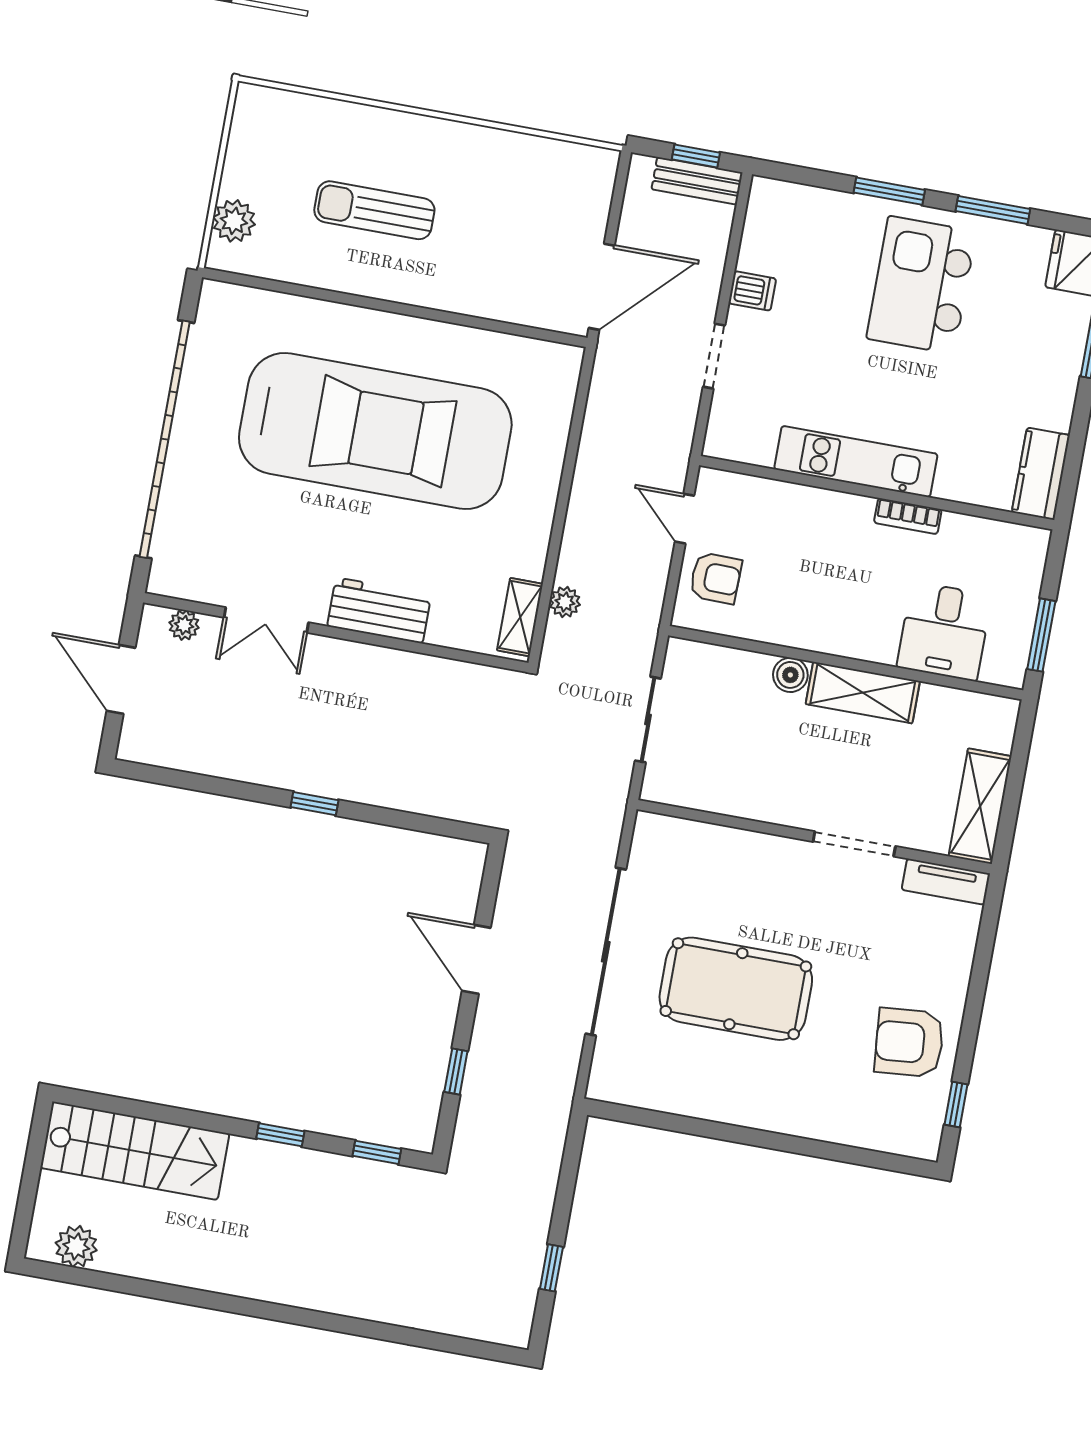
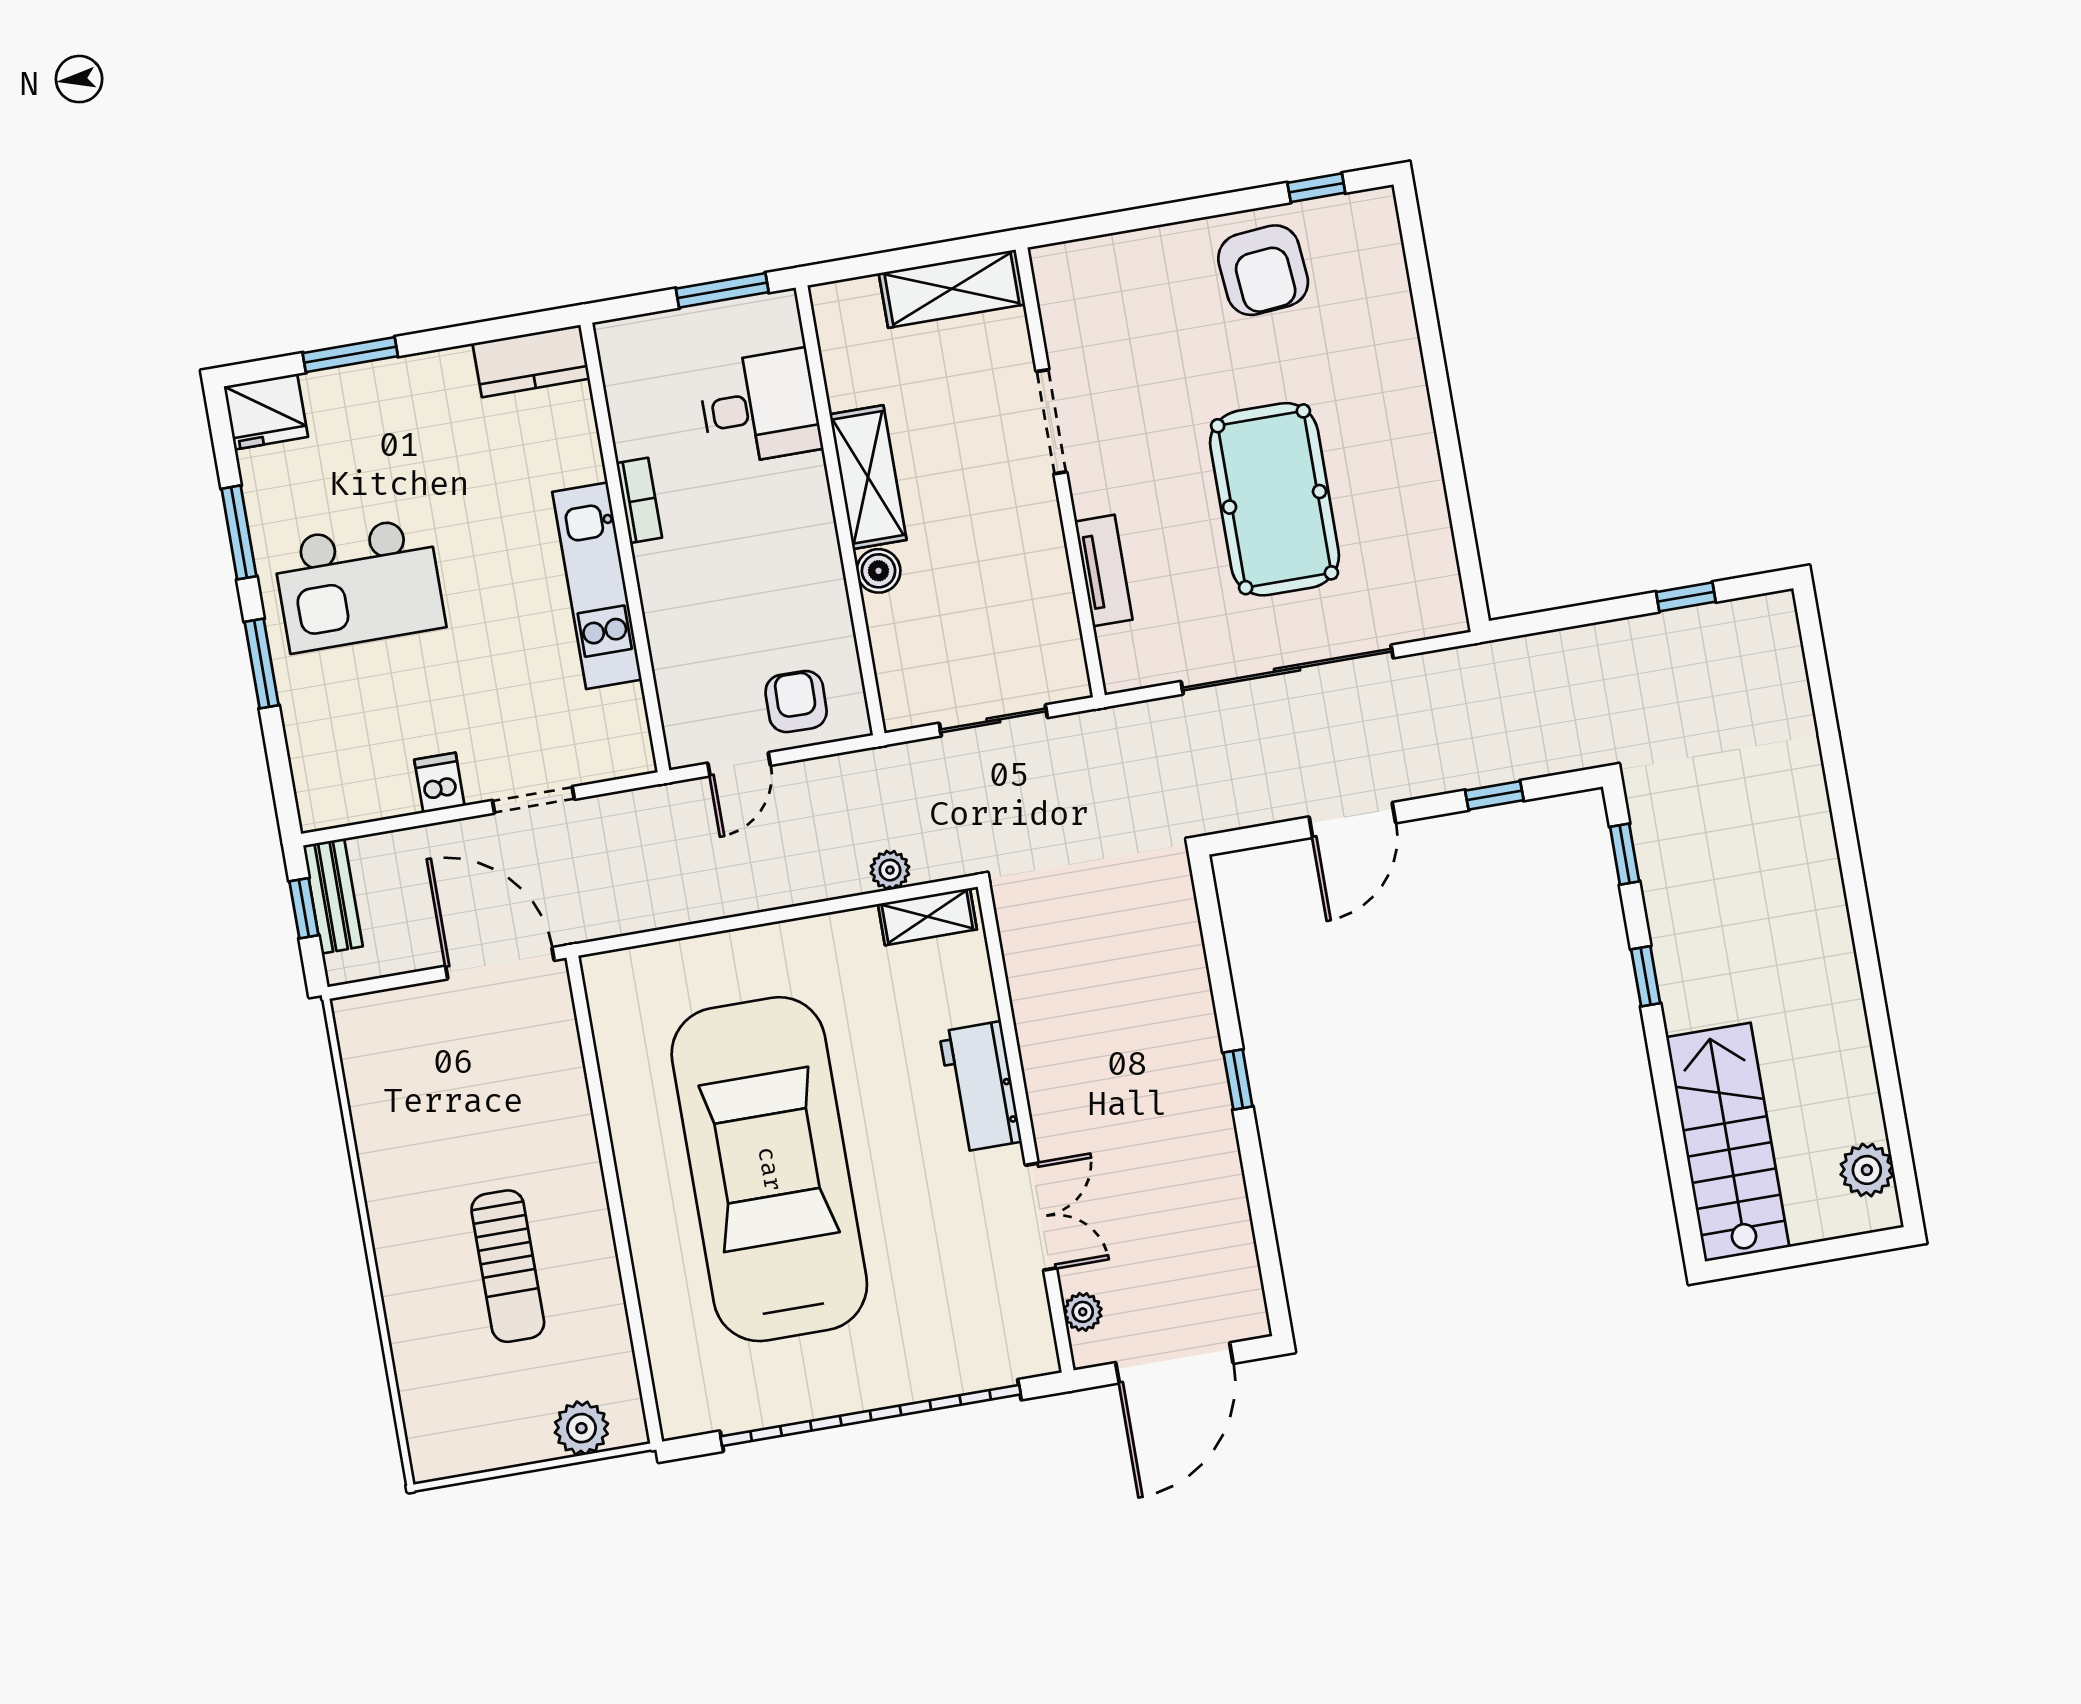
door: (121, 679) -> (1174, 1363), width x1.36
tv unit: (946, 882) -> (1104, 571), moved

